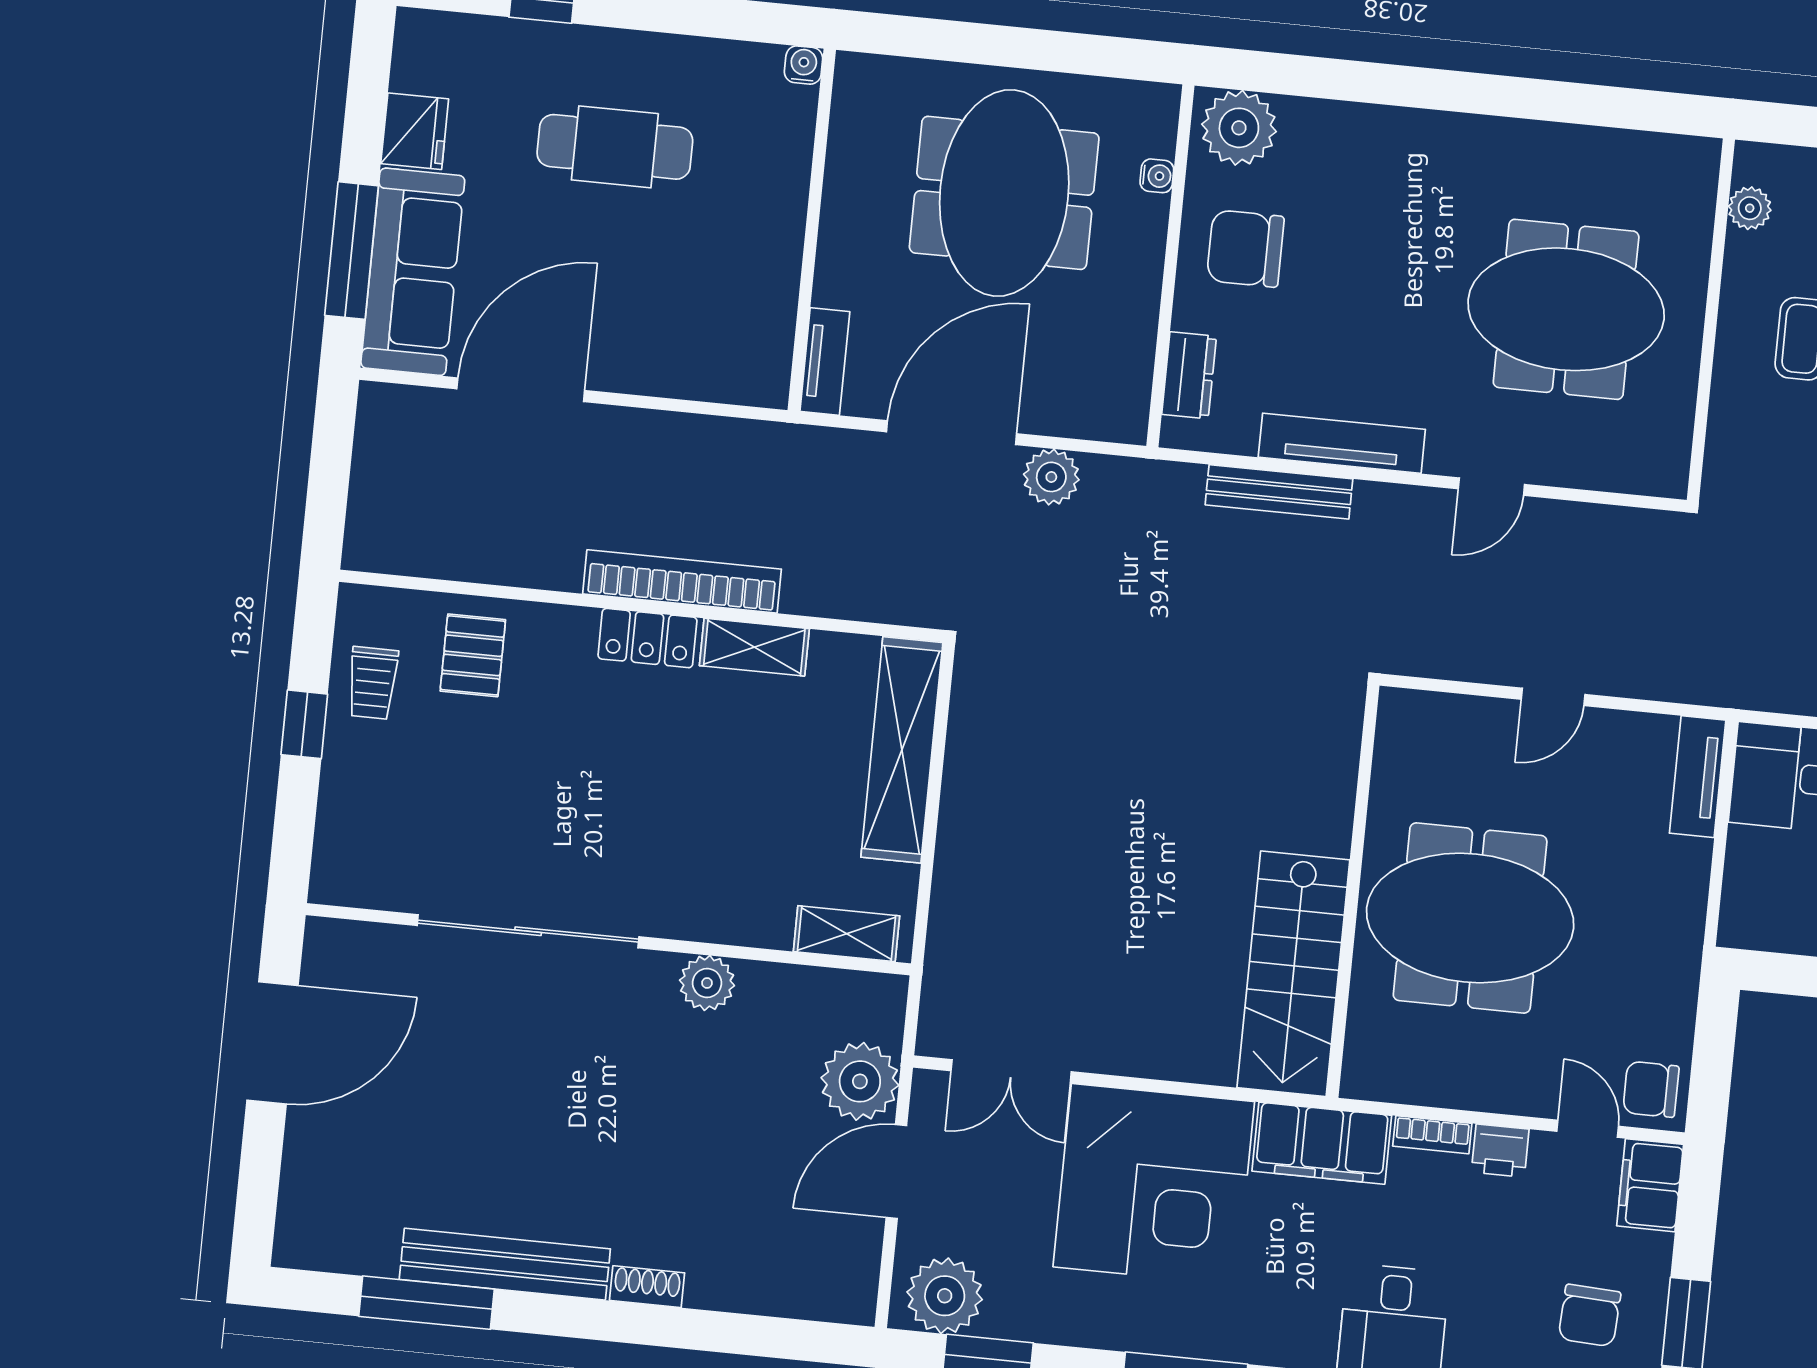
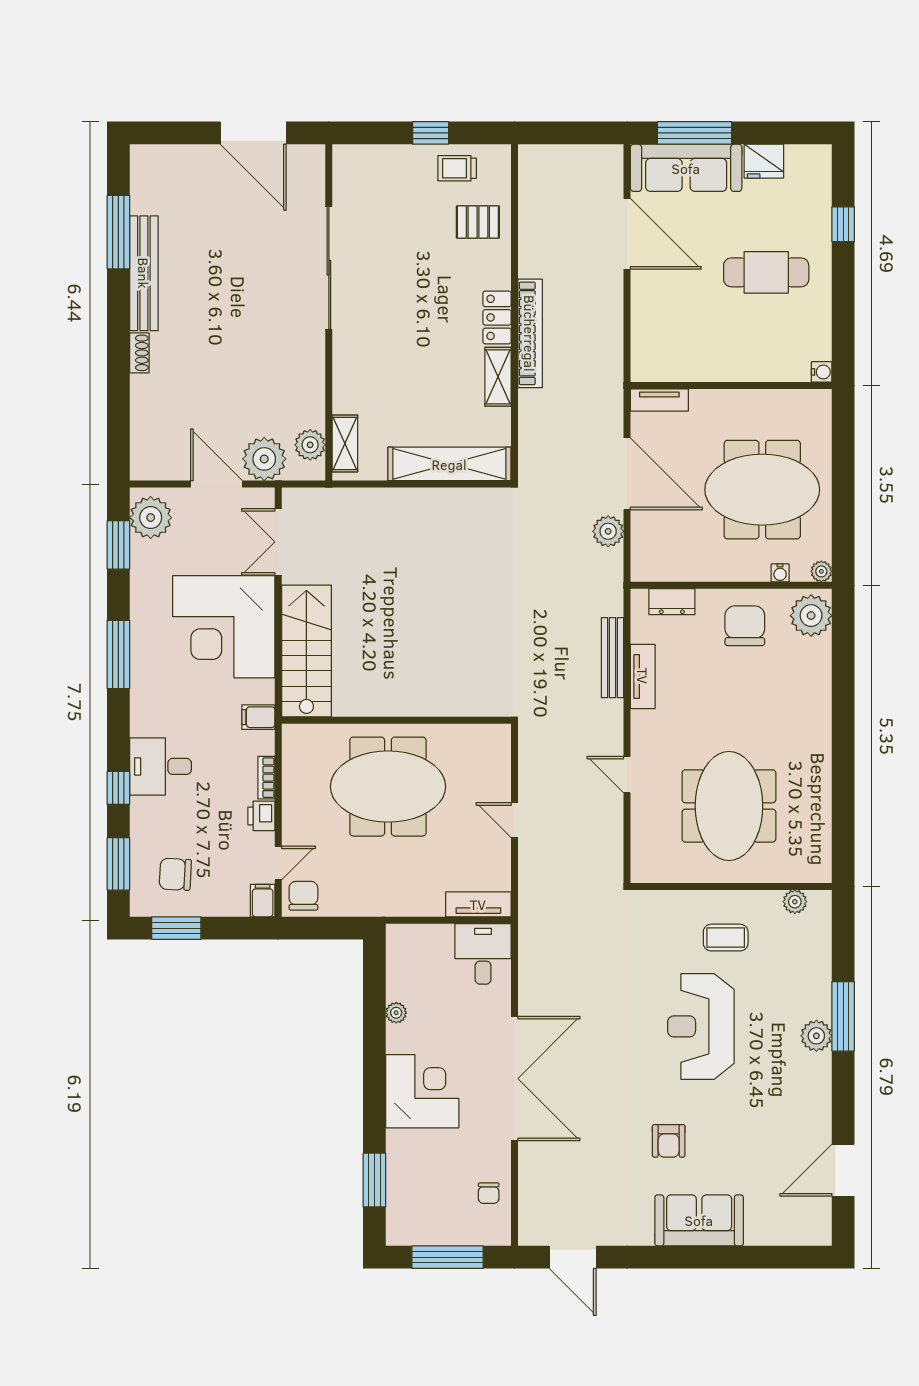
plant: (1162, 101) -> (821, 571), added
cafe table: (615, 147) -> (766, 272), turned 90
tv unit: (1342, 443) -> (643, 676), width x0.71
meeting table: (1470, 918) -> (388, 787), turned 90
stairs: (1293, 974) -> (306, 651), moved, turned 90
plant: (707, 983) -> (310, 445), moved
filing cabinet: (1322, 1143) -> (258, 717), width x0.33, depth x0.86
filing cabinet: (1650, 1185) -> (263, 901), width x0.50

